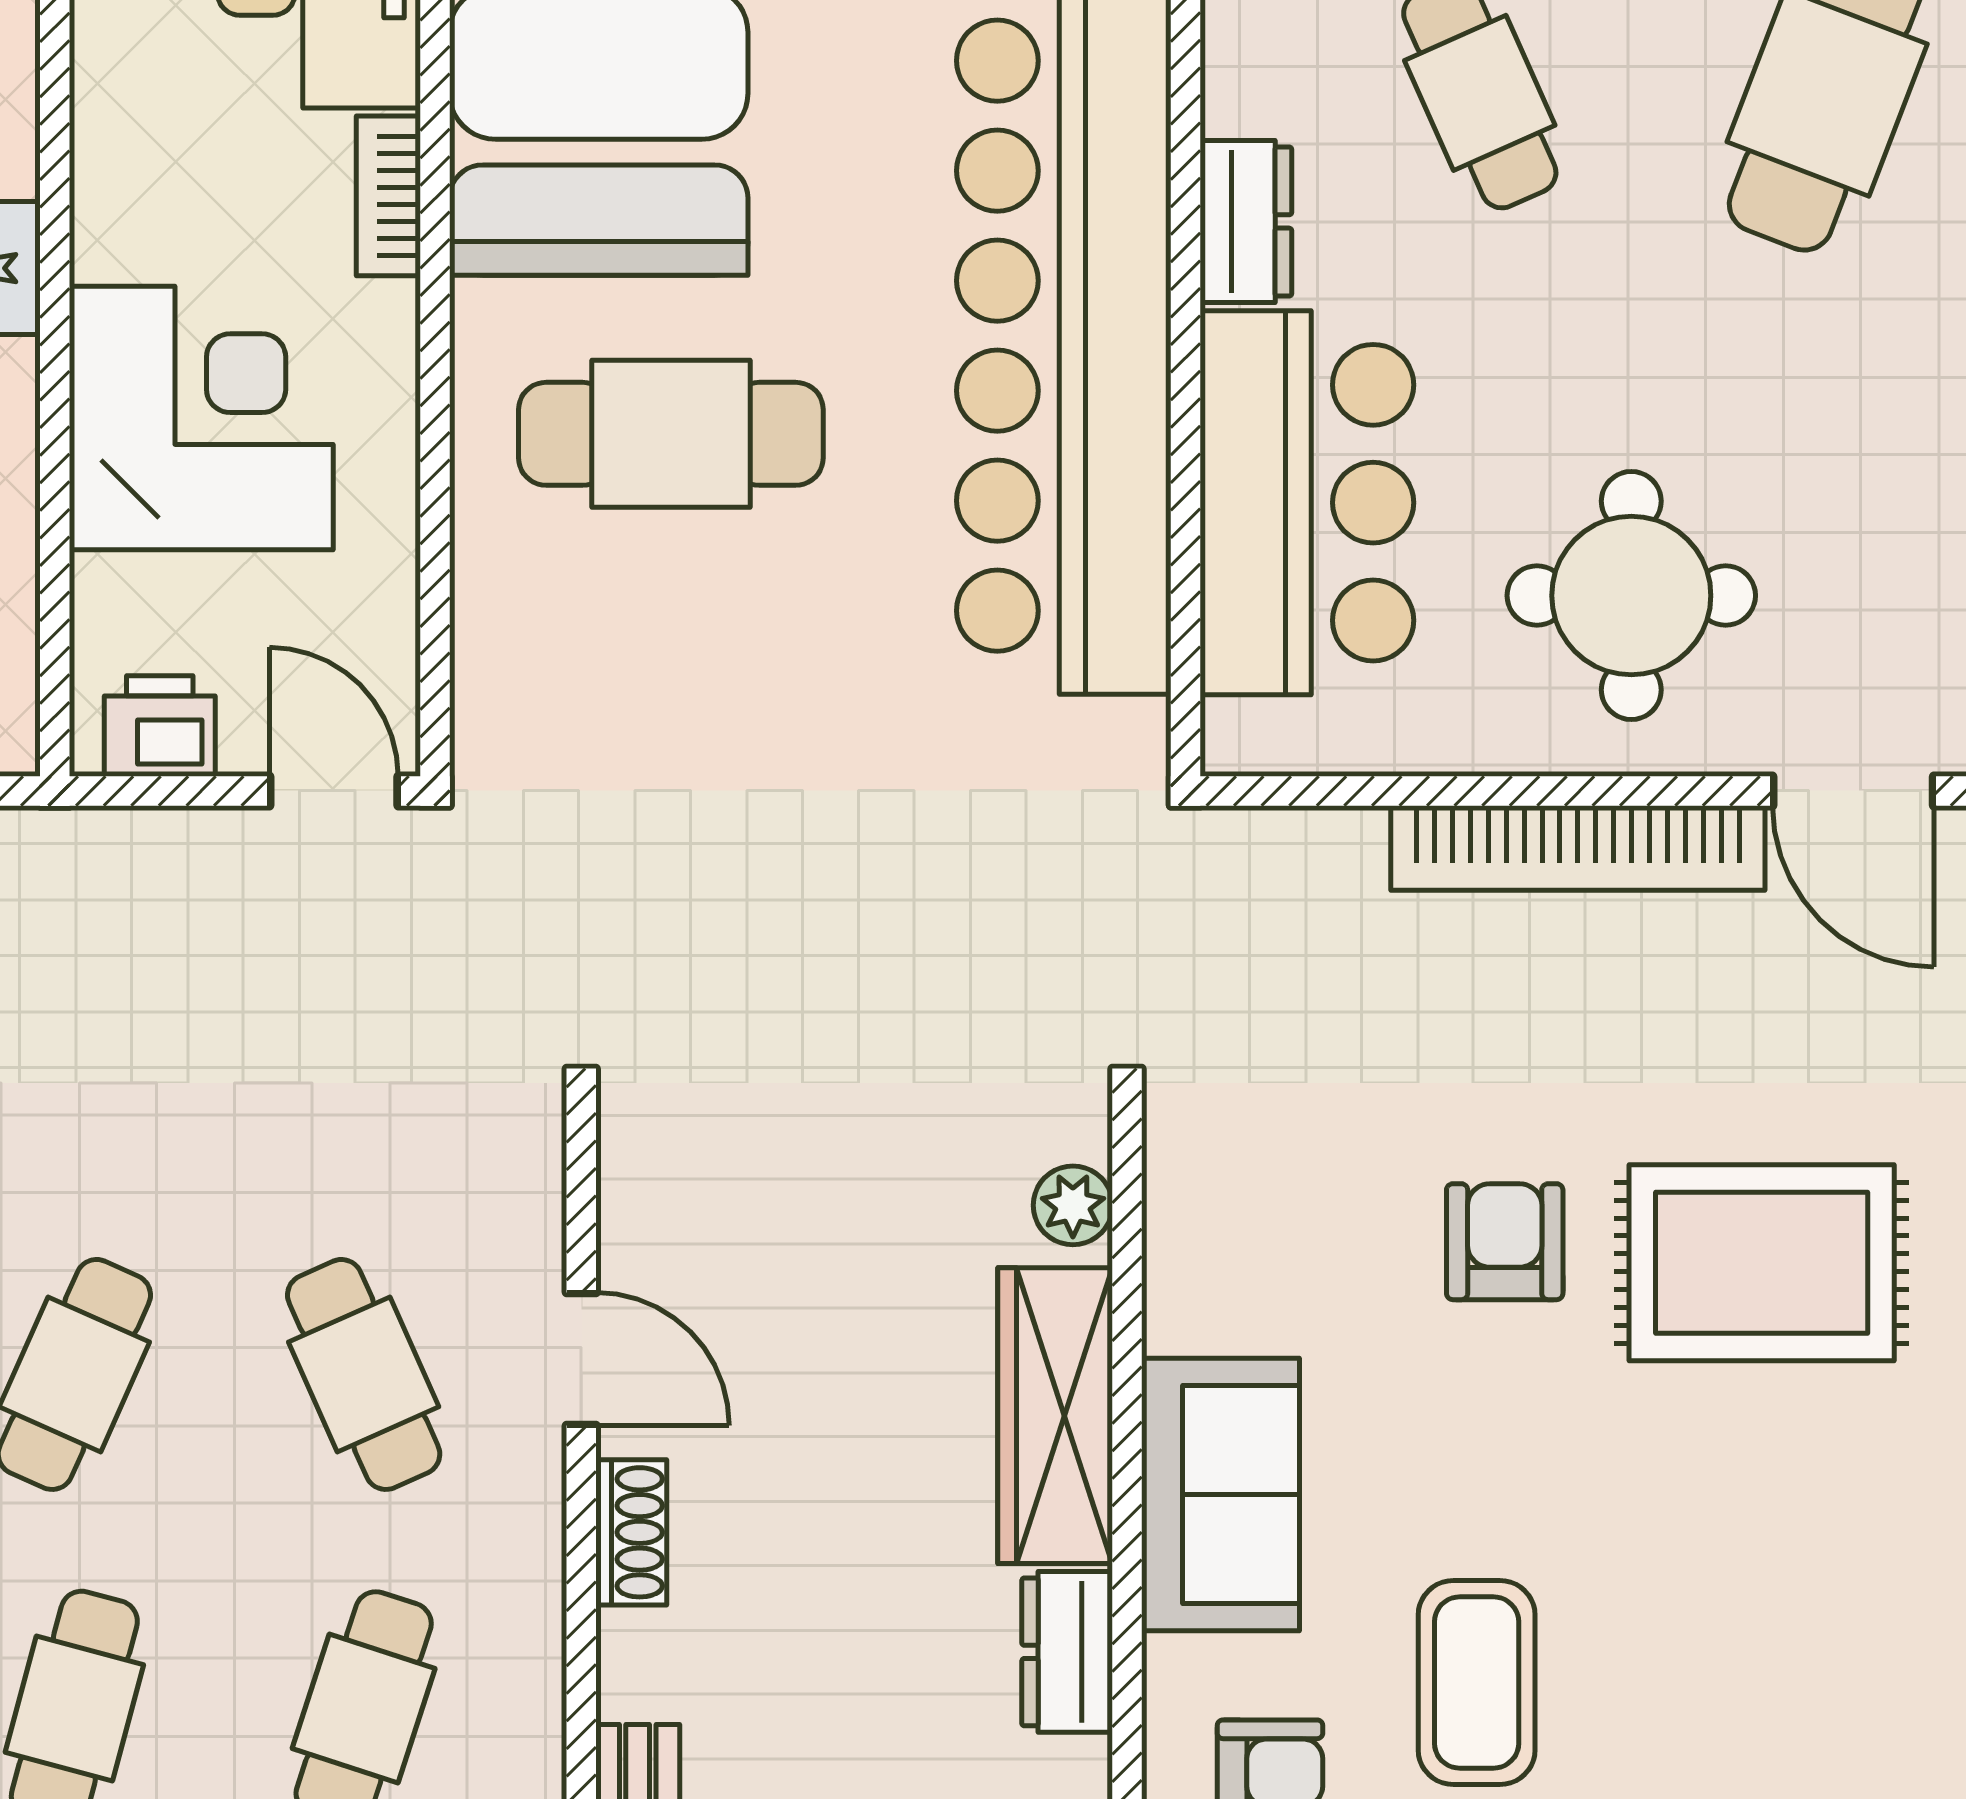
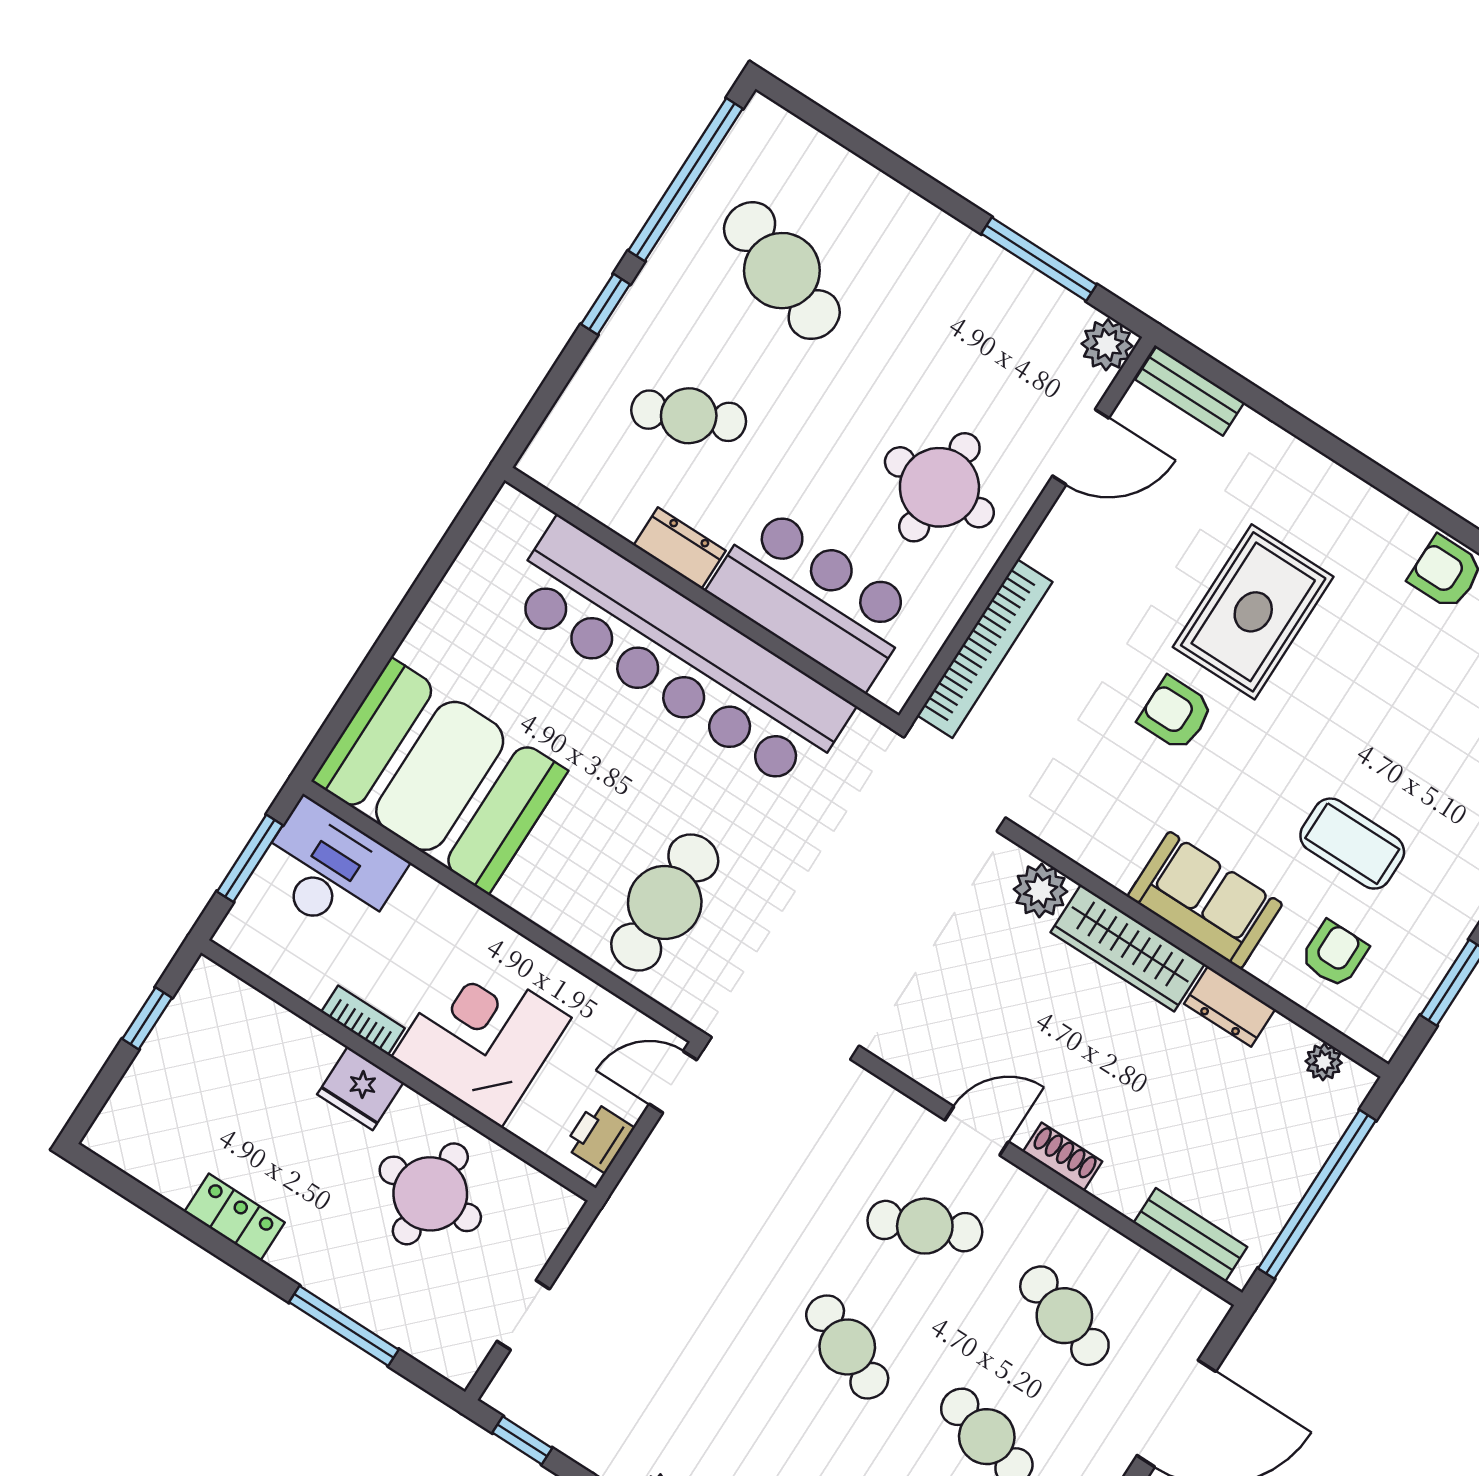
bookcase: (388, 196) -> (363, 1020), moved, turned 180
cafe table: (671, 434) -> (665, 902), moved
bookcase: (1578, 848) -> (985, 649), moved
plant: (1073, 1205) -> (1041, 890), width x1.38, depth x1.38

